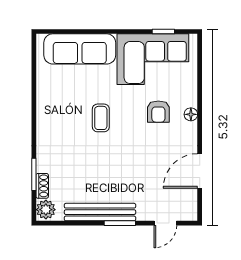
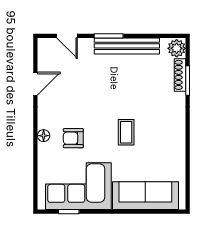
armchair: (158, 112) -> (73, 138), turned -90
door: (200, 171) -> (35, 84), width x0.73
shoe rack: (42, 186) -> (180, 75), width x1.43
door: (165, 223) -> (67, 36), swing flipped

